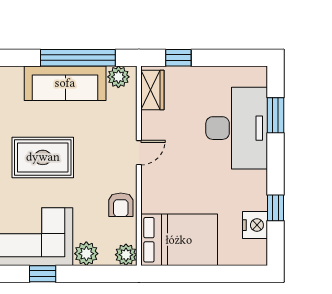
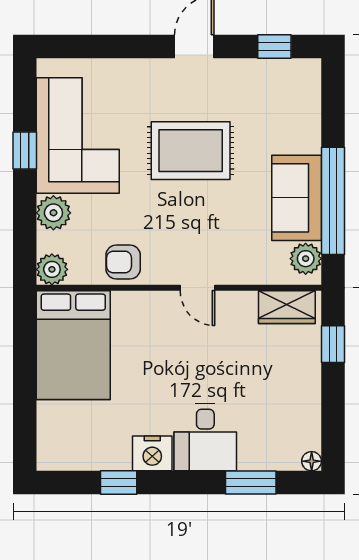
floor lamp: (260, 73) -> (312, 461), added
sofa: (65, 83) -> (297, 198), width x0.73
desk: (237, 128) -> (205, 437), width x0.53, depth x0.77
rug: (43, 157) -> (191, 151), turned 90
nightstand: (255, 225) -> (152, 453), moved

